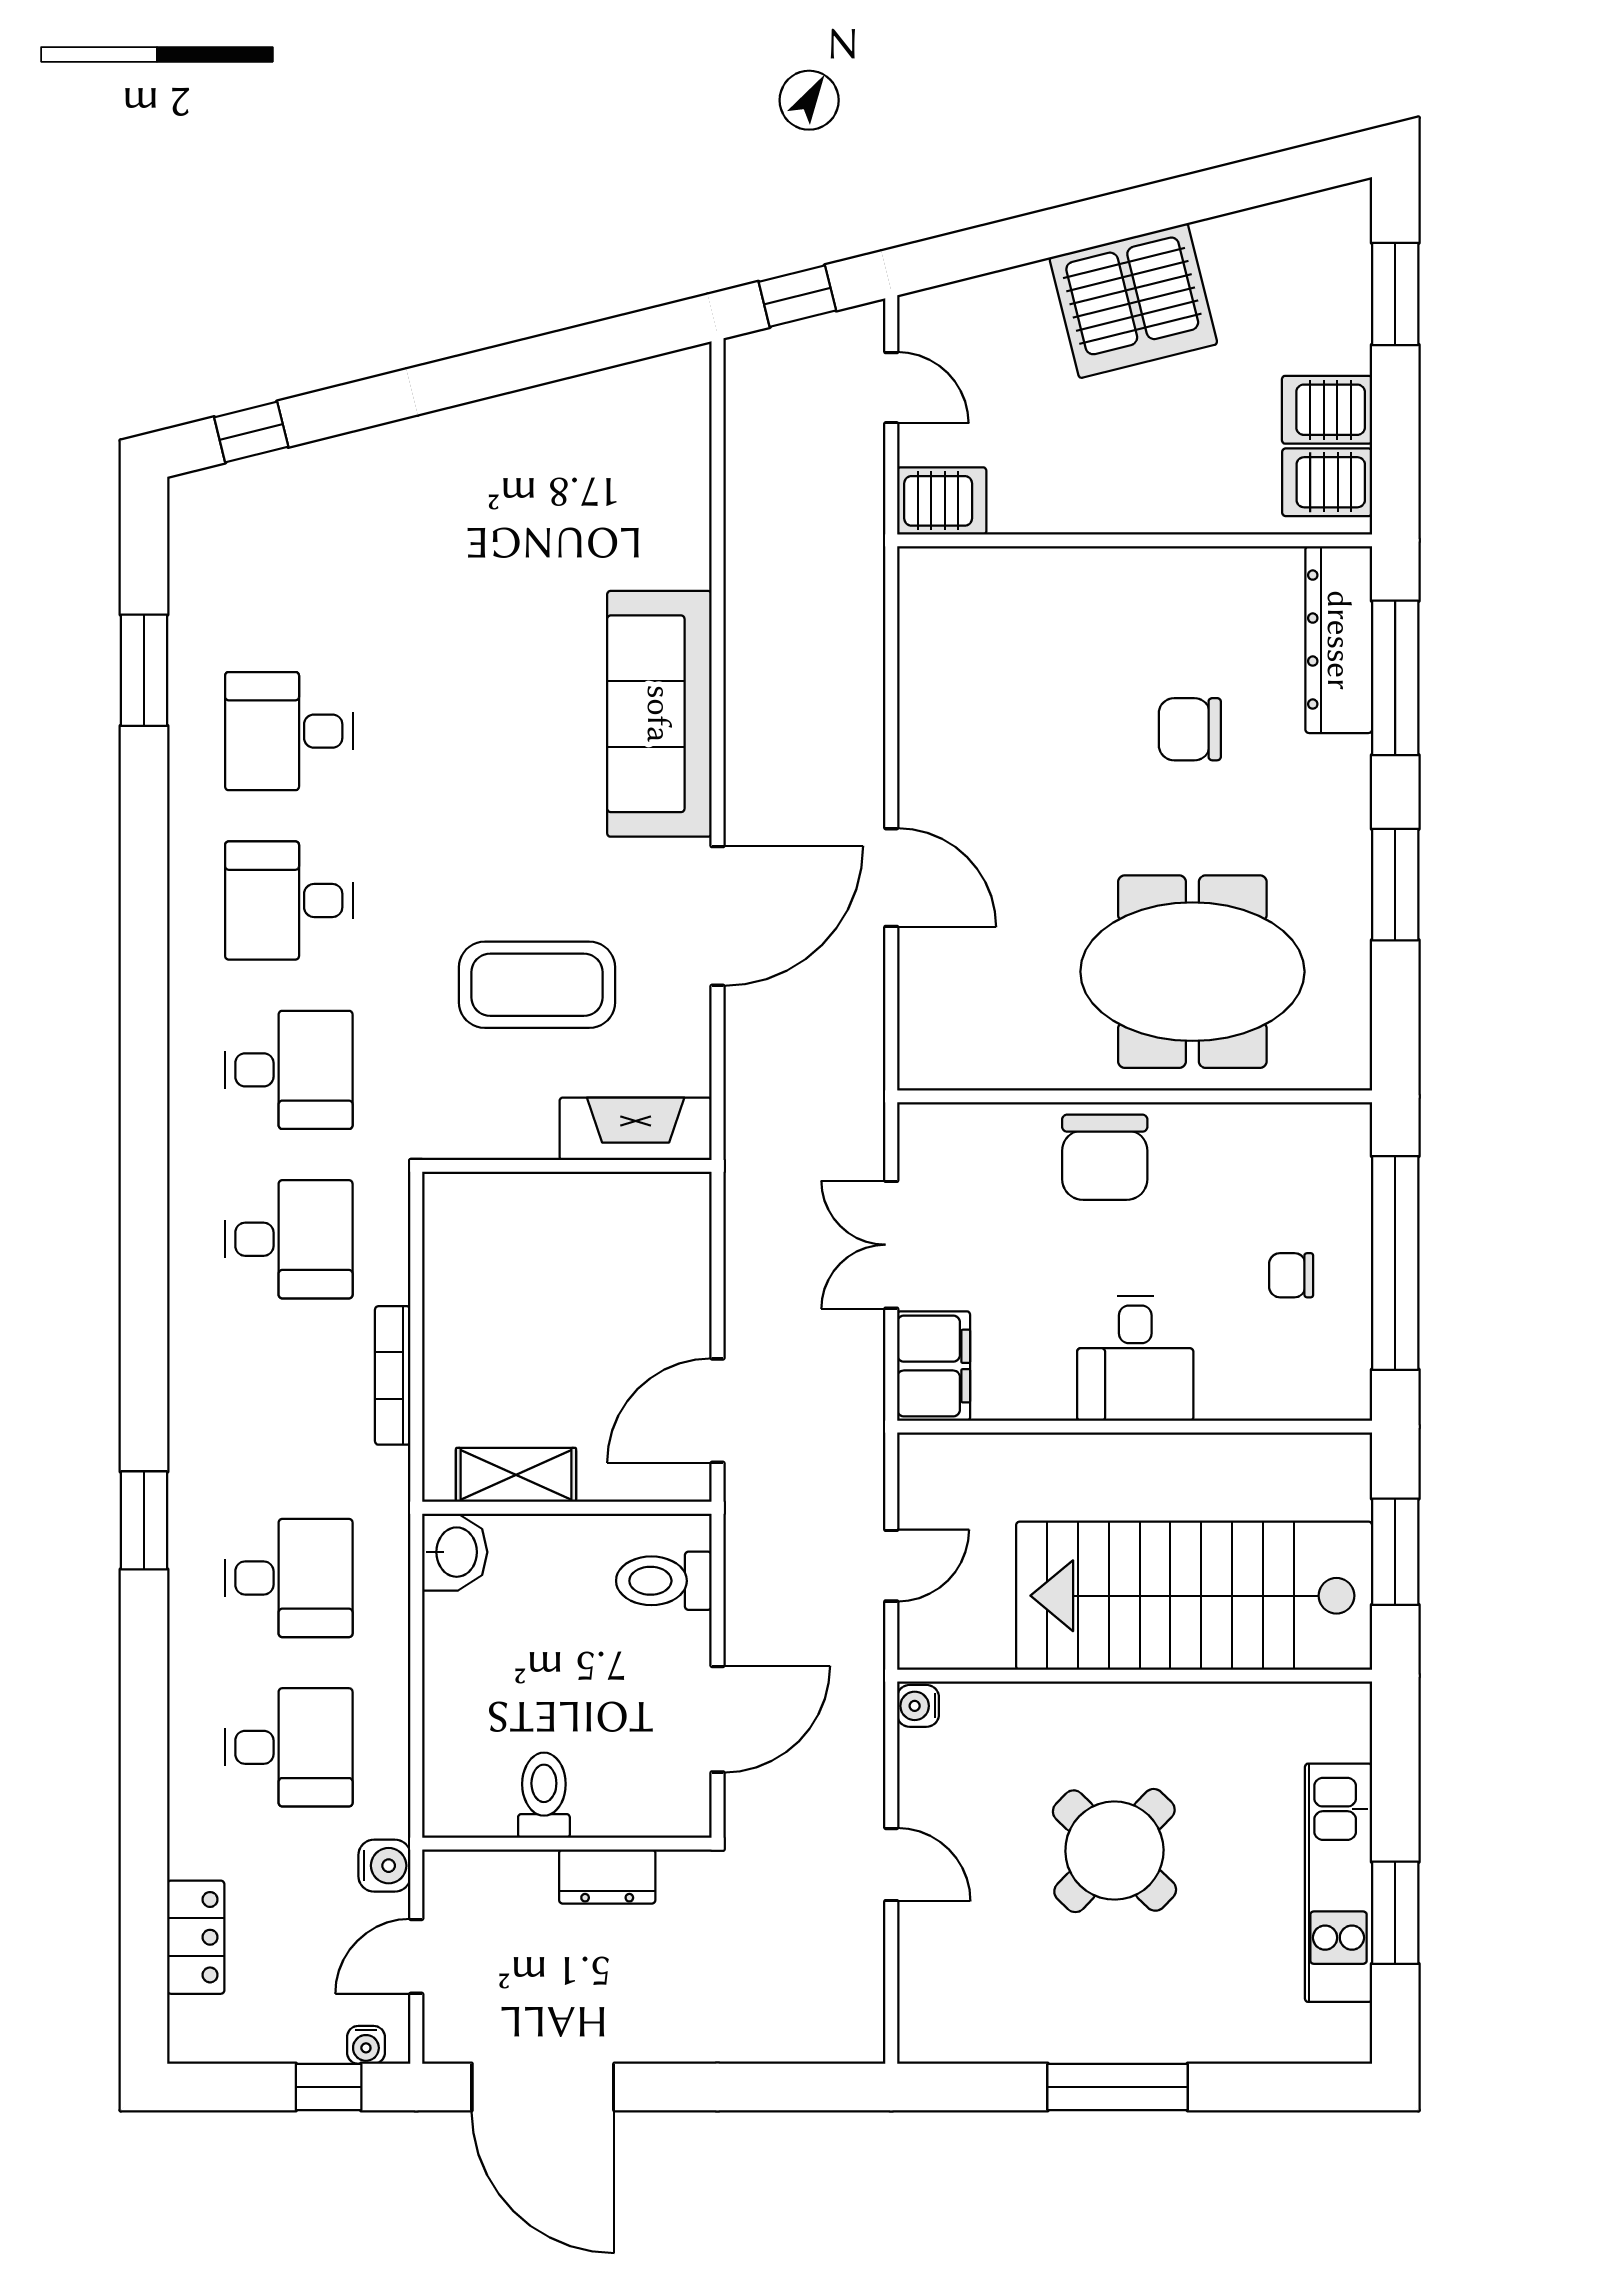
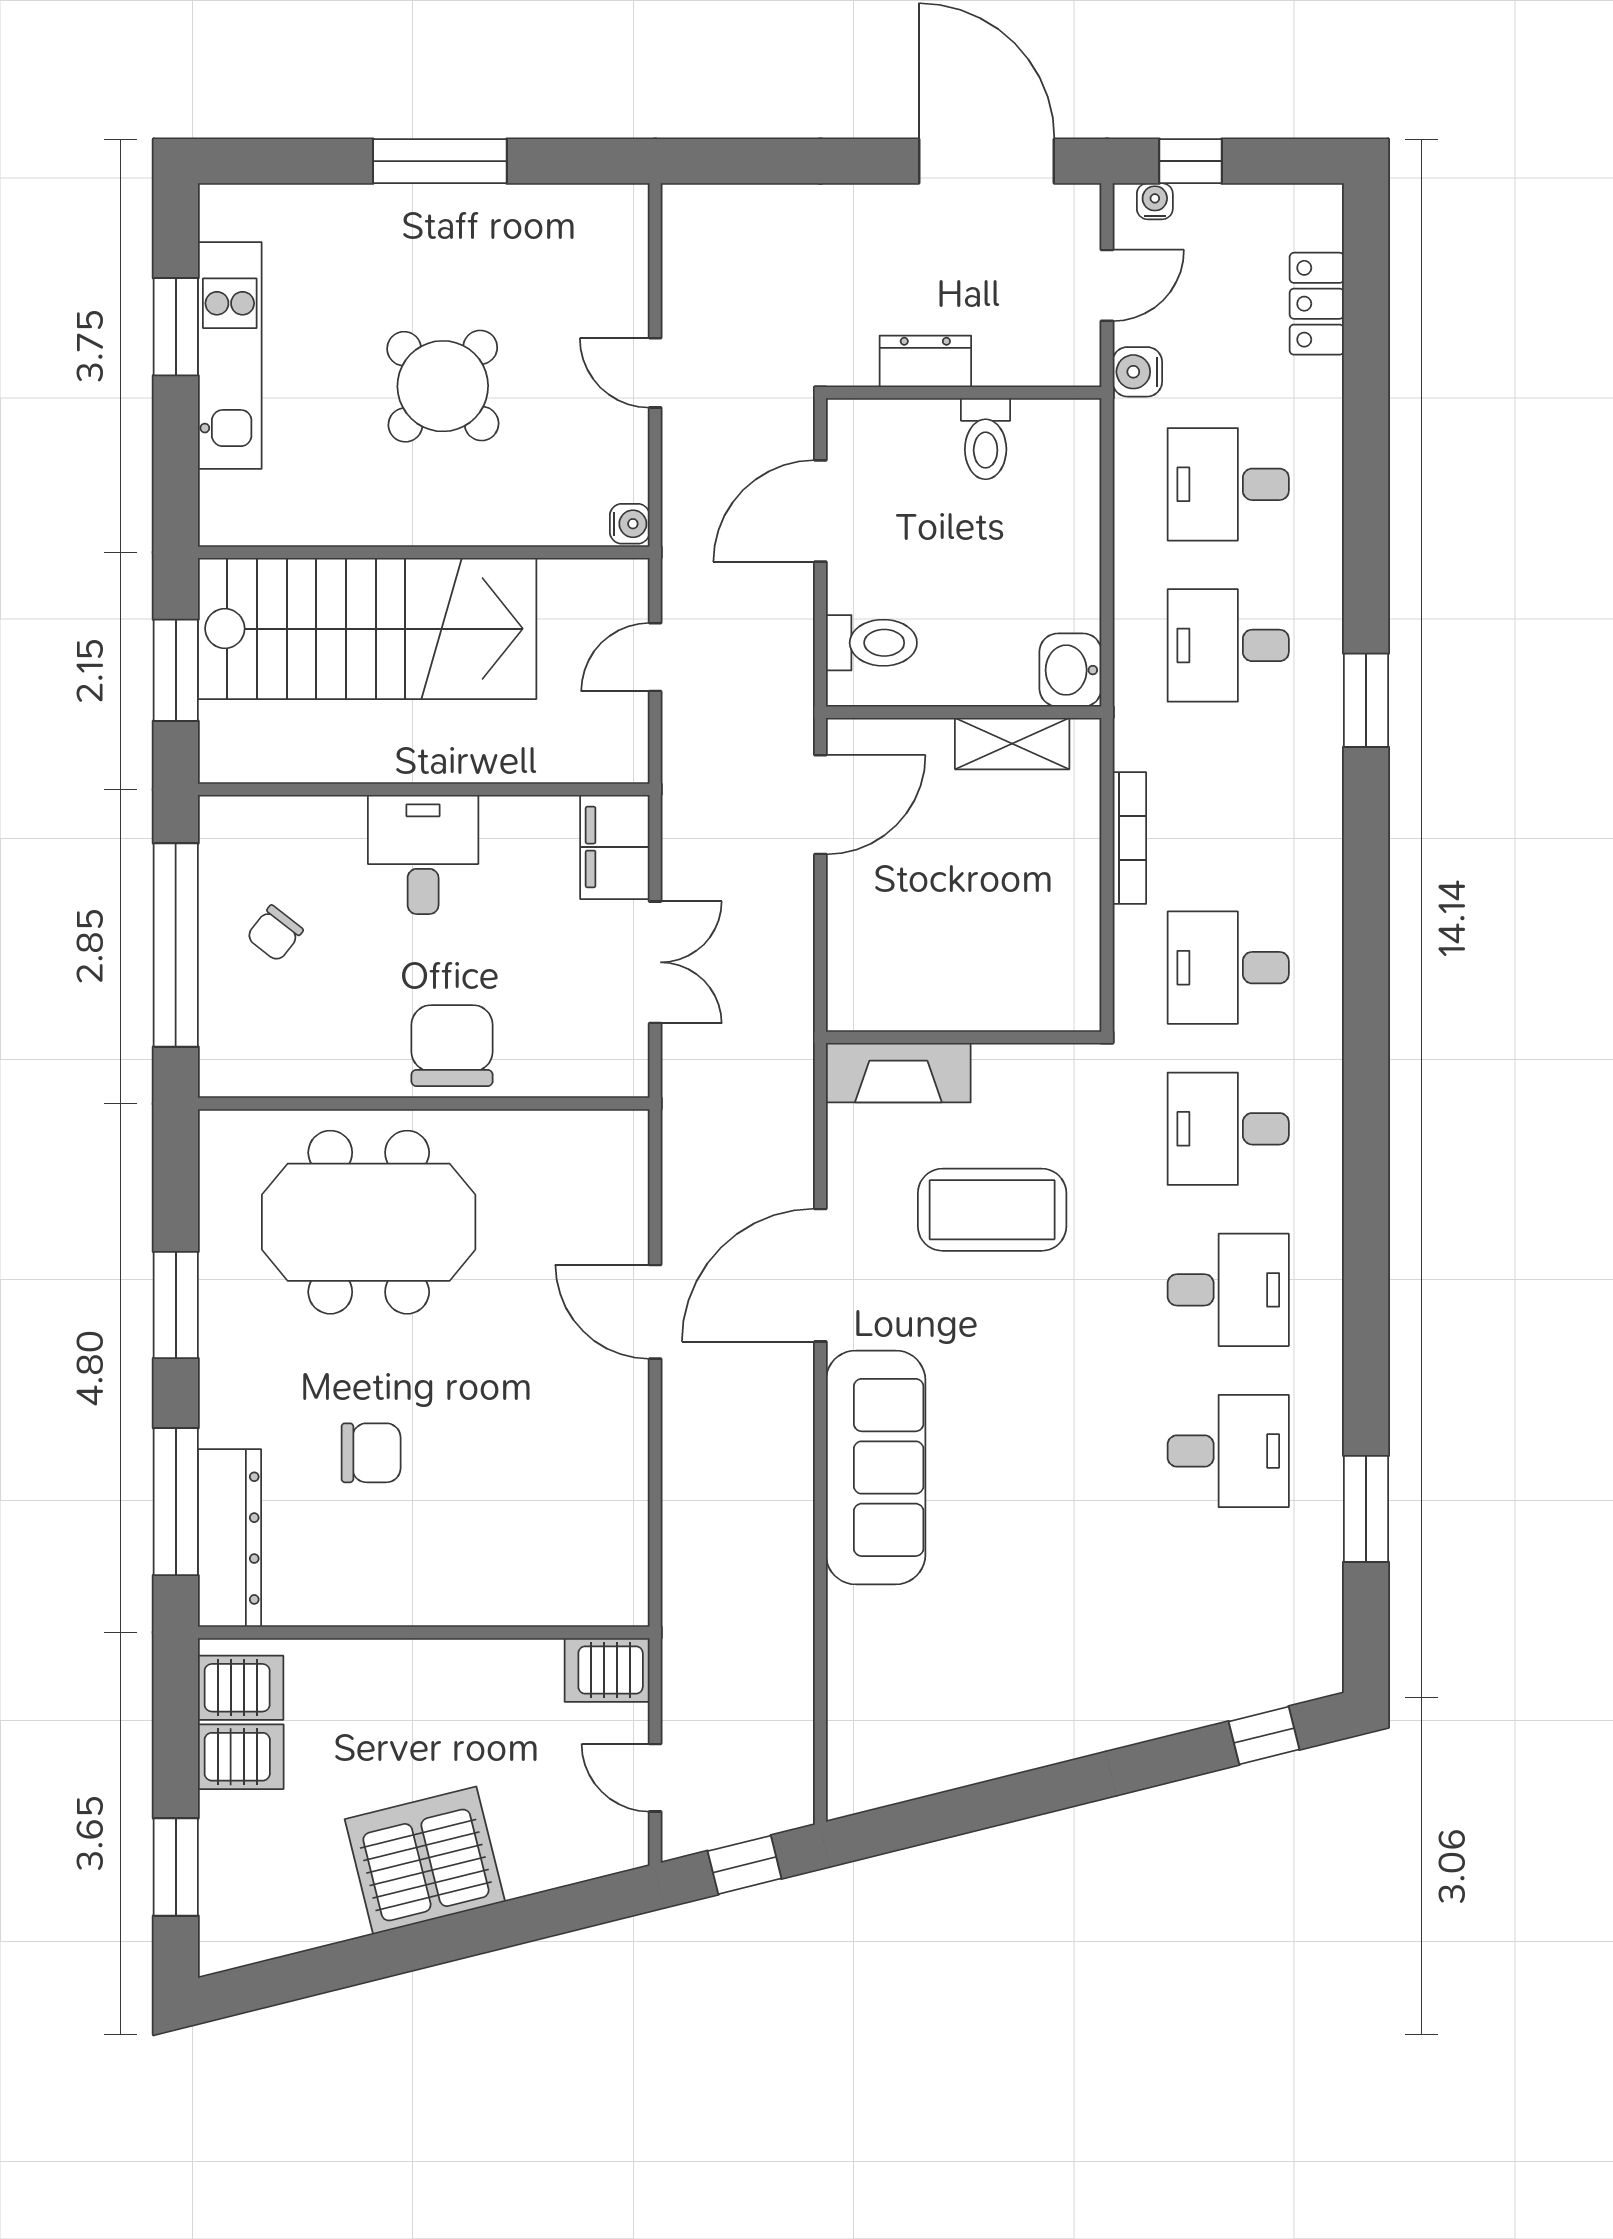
chair: (1291, 1275) -> (275, 933), turned 128

